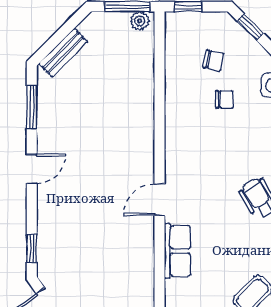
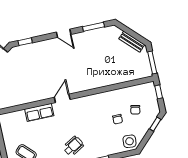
plant: (140, 21) -> (147, 70), removed
bench: (63, 53) -> (132, 42), moved
door: (159, 200) -> (62, 98), hinge flipped

